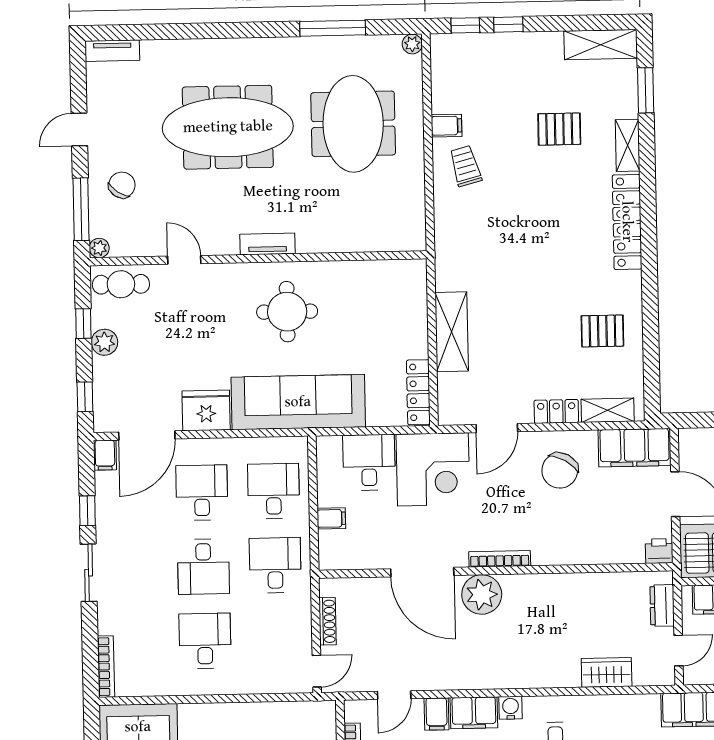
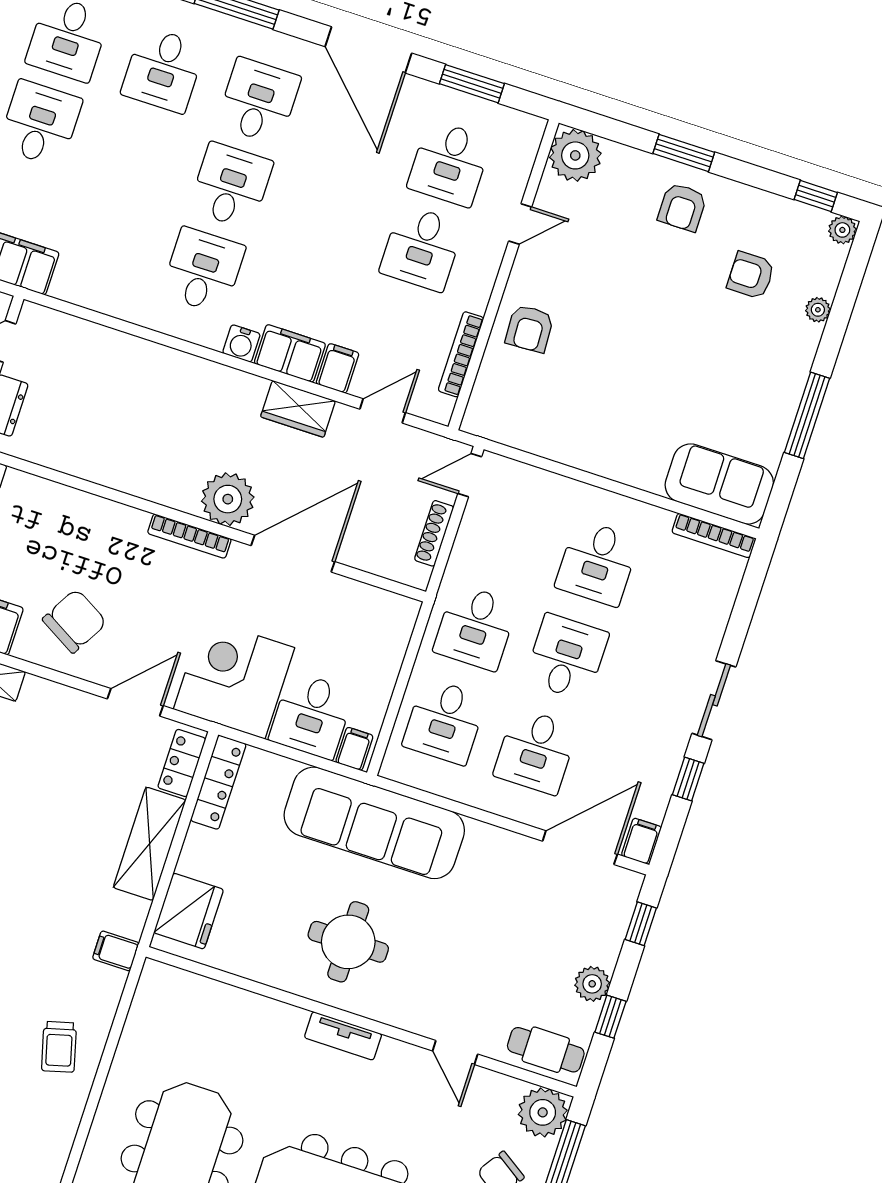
filing cabinet: (446, 126) -> (116, 951), moved
plant: (99, 248) -> (543, 1112), width x1.88, depth x1.88
fridge: (206, 410) -> (189, 911), moved, turned -90
locker: (556, 411) -> (182, 763), moved, turned 90
filing cabinet: (331, 518) -> (354, 749), moved, turned 90
door: (422, 572) -> (293, 554), hinge flipped
bookcase: (106, 667) -> (714, 535), moved, turned -90
wardrobe: (607, 672) -> (298, 409), moved

